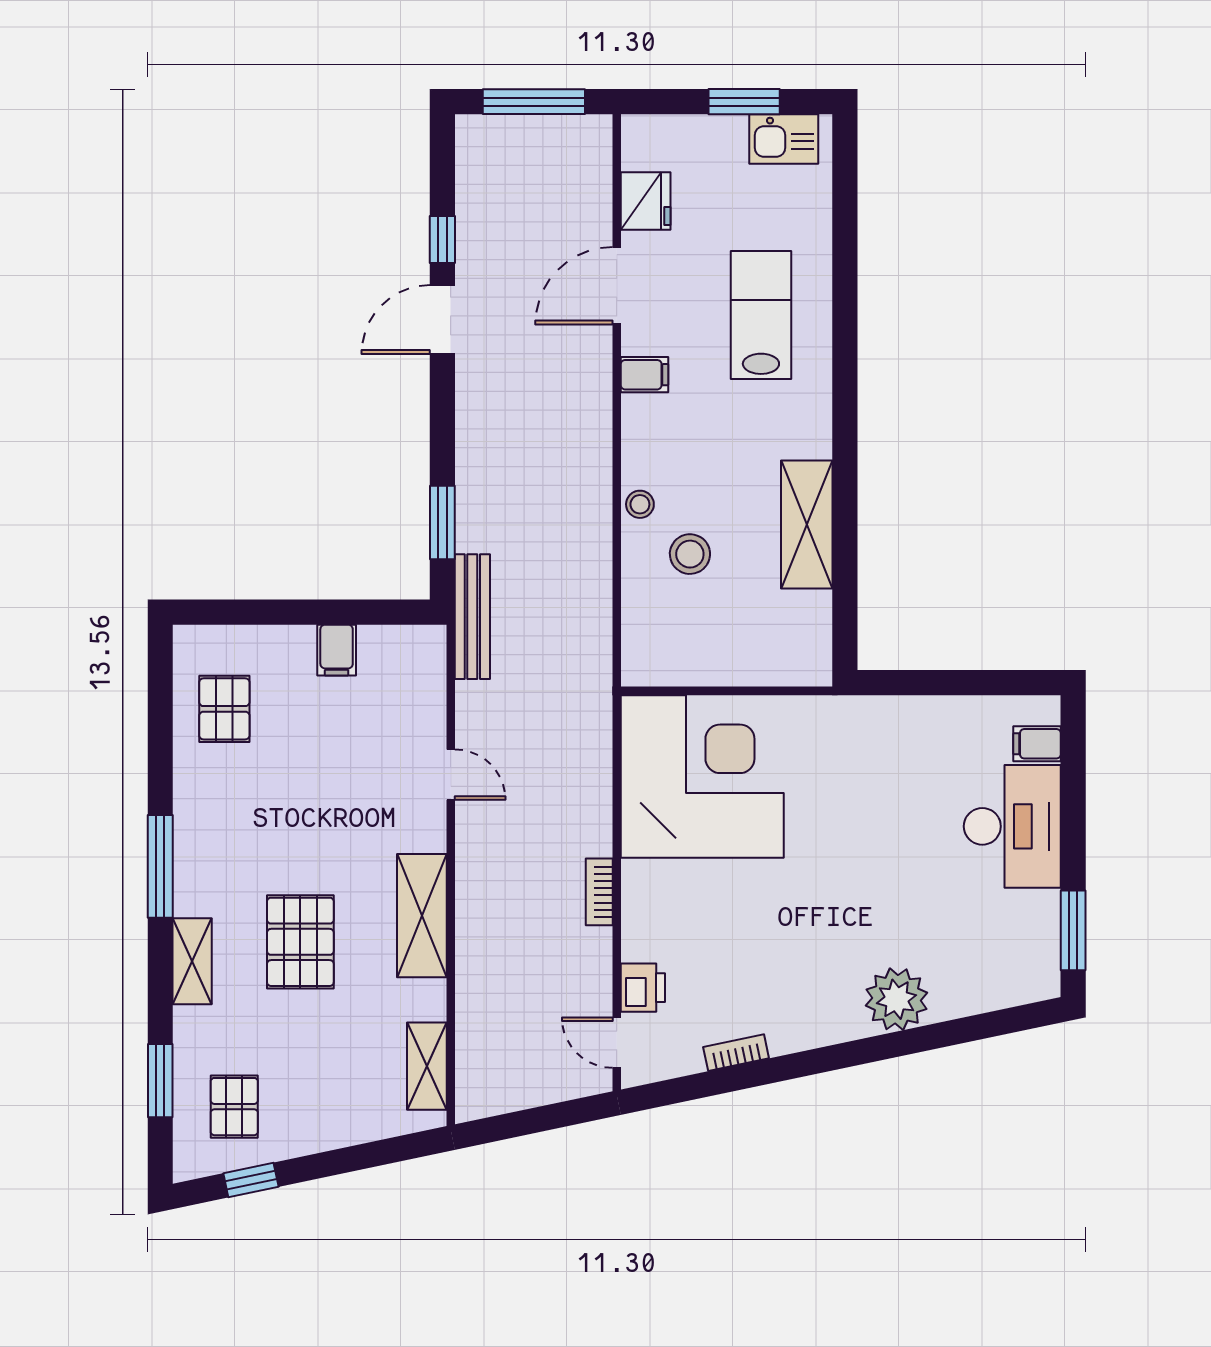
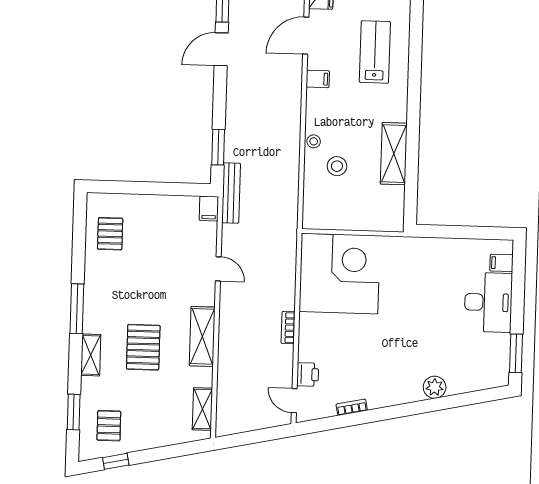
filing cabinet: (337, 650) -> (209, 208), moved
plant: (896, 999) -> (435, 387), width x0.73, depth x0.73

